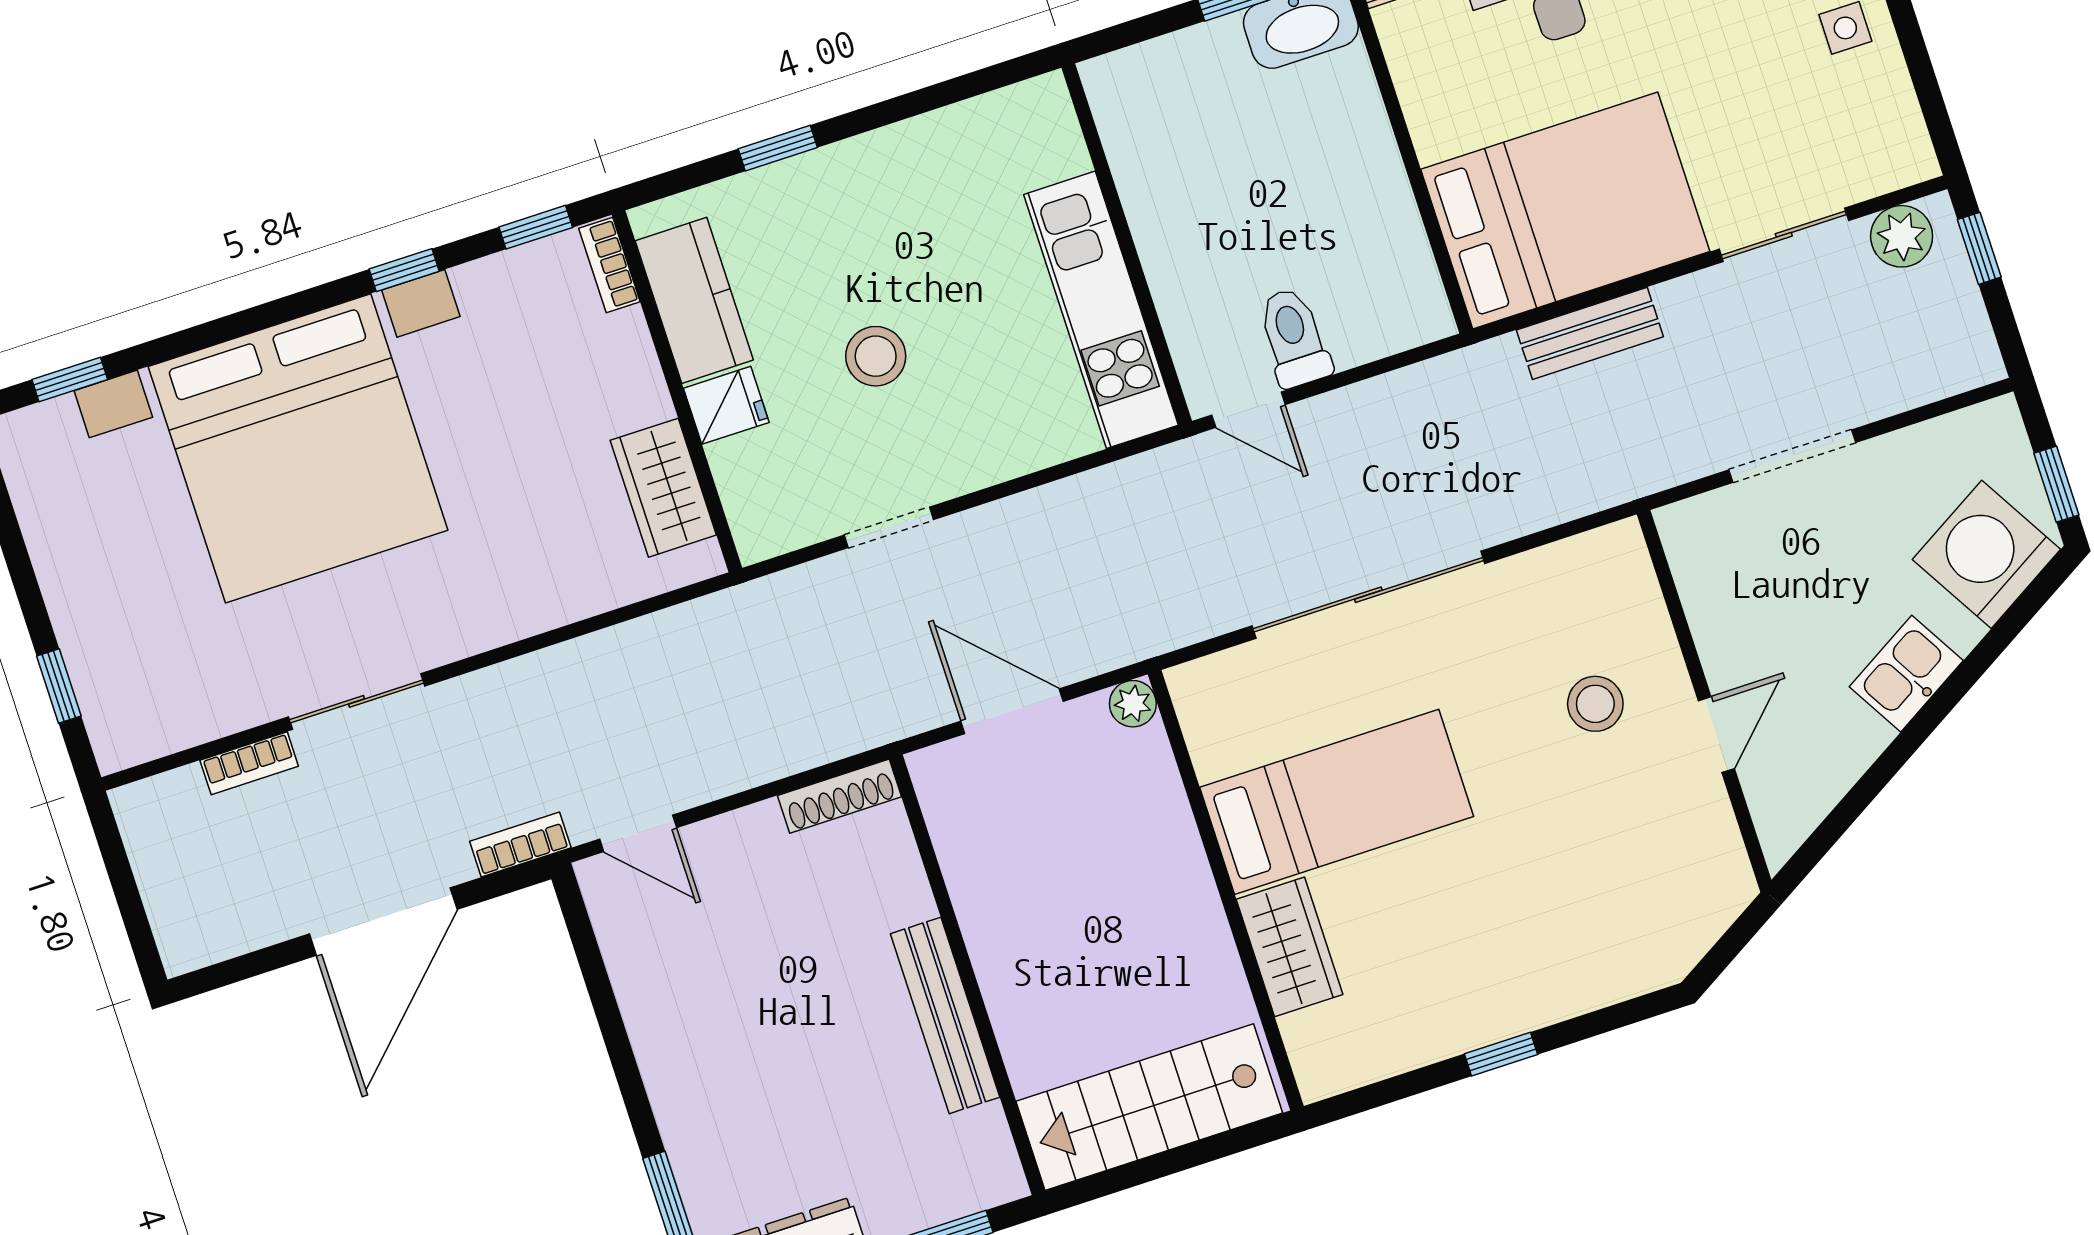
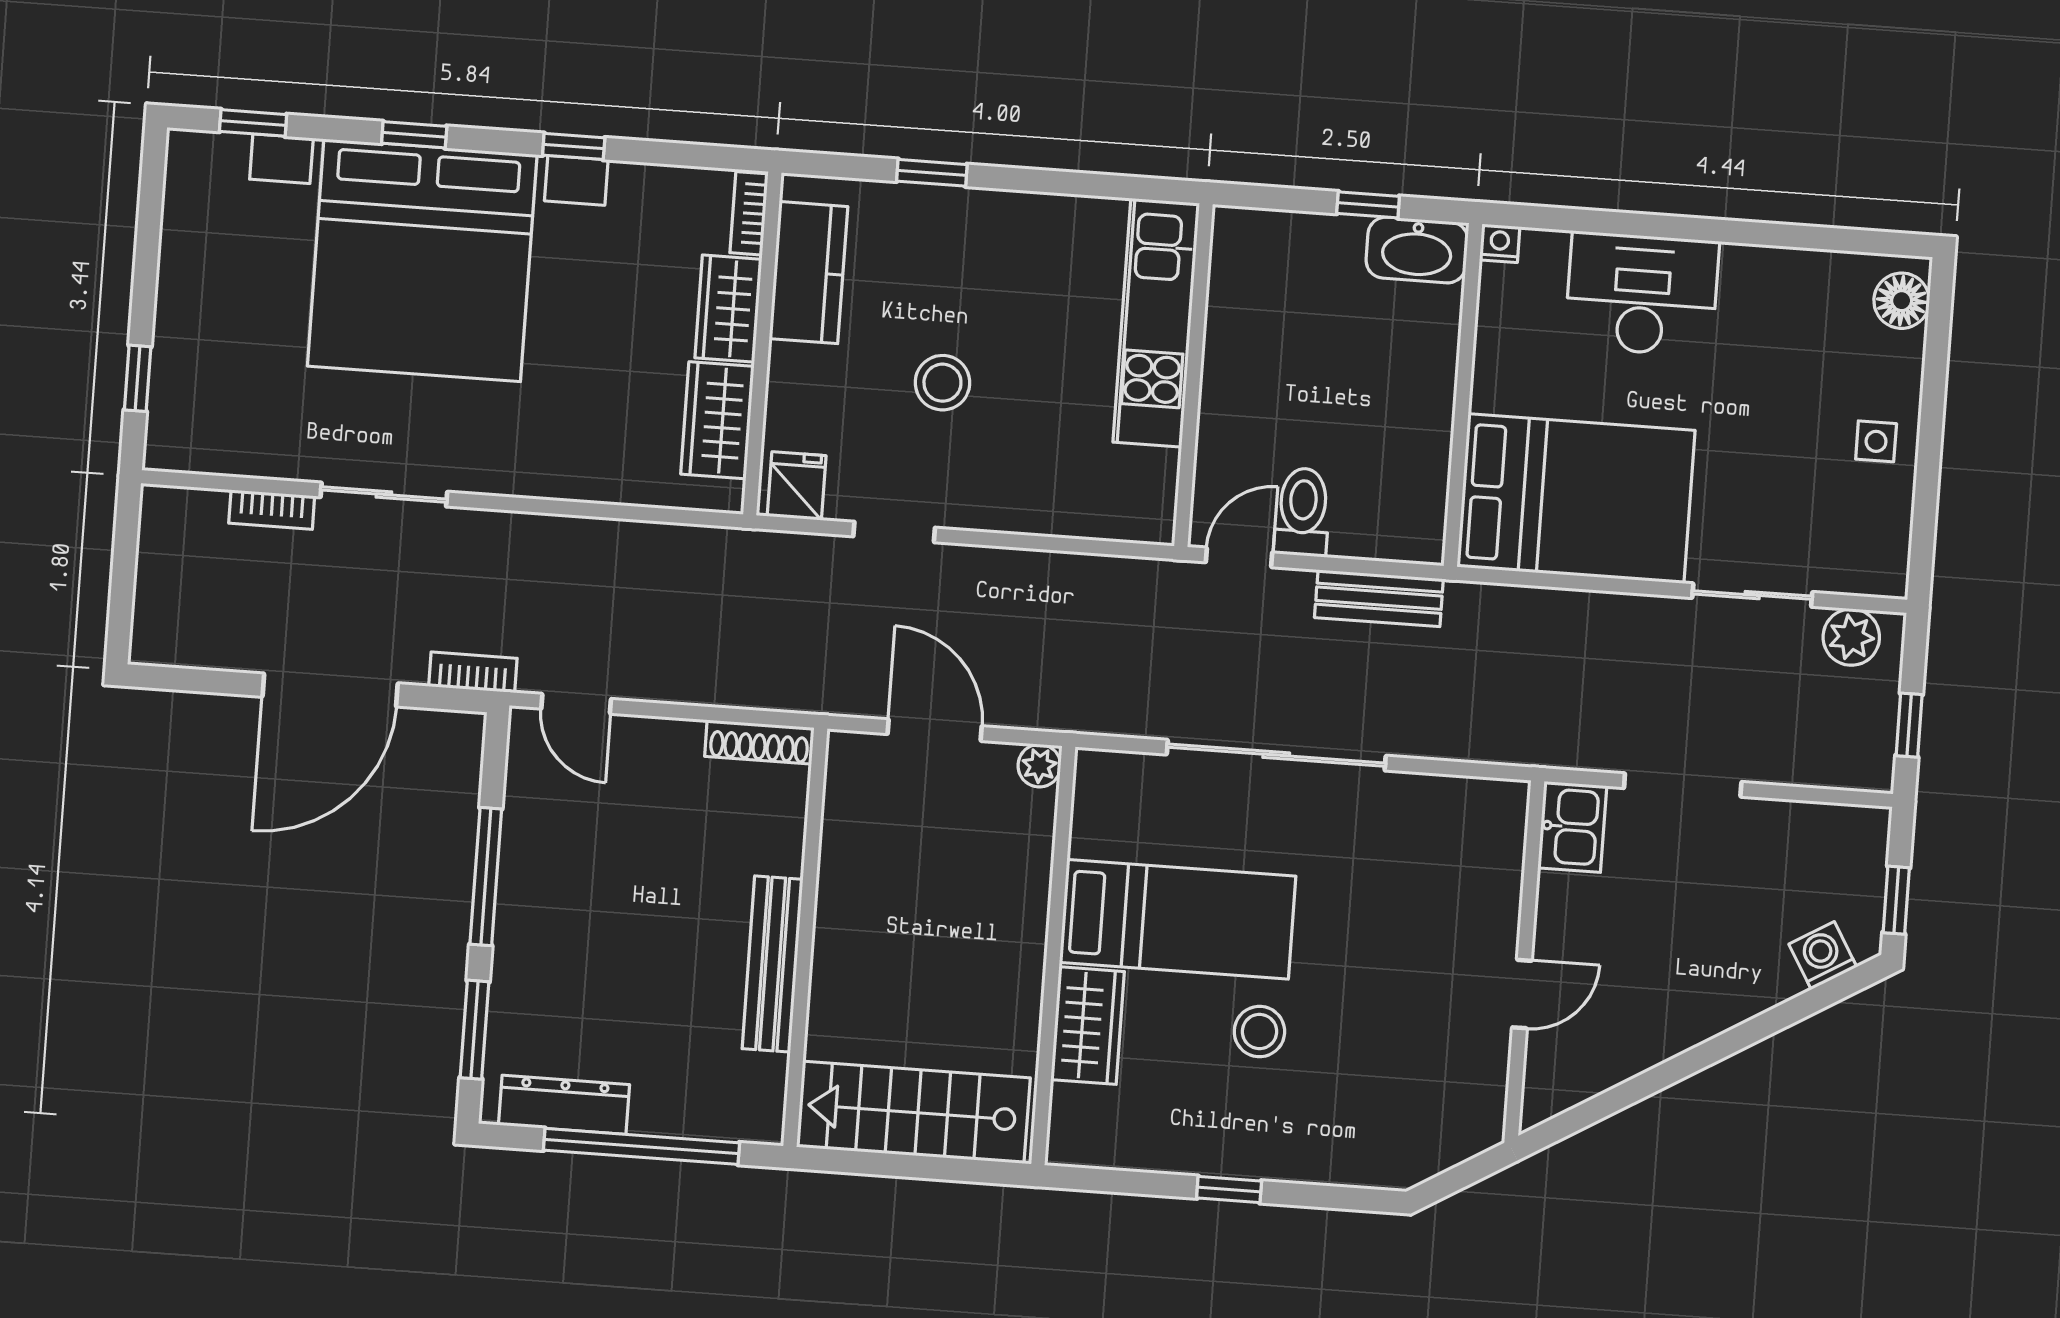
window: (536, 227) -> (414, 135), moved
window: (1979, 248) -> (1909, 725), moved
kitchen unit: (1101, 310) -> (1156, 323), moved
bench: (1590, 333) -> (1379, 598), moved
wardrobe: (628, 370) -> (728, 309), added
fridge: (726, 405) -> (797, 486), moved, turned -90
door: (1248, 410) -> (1239, 557), swing flipped
washing machine: (1986, 554) -> (1823, 956), width x0.53, depth x0.53
kitchen sink: (1906, 674) -> (1572, 827), moved, turned 121
stool: (1595, 704) -> (1259, 1032), moved
window: (618, 1046) -> (486, 877), added

